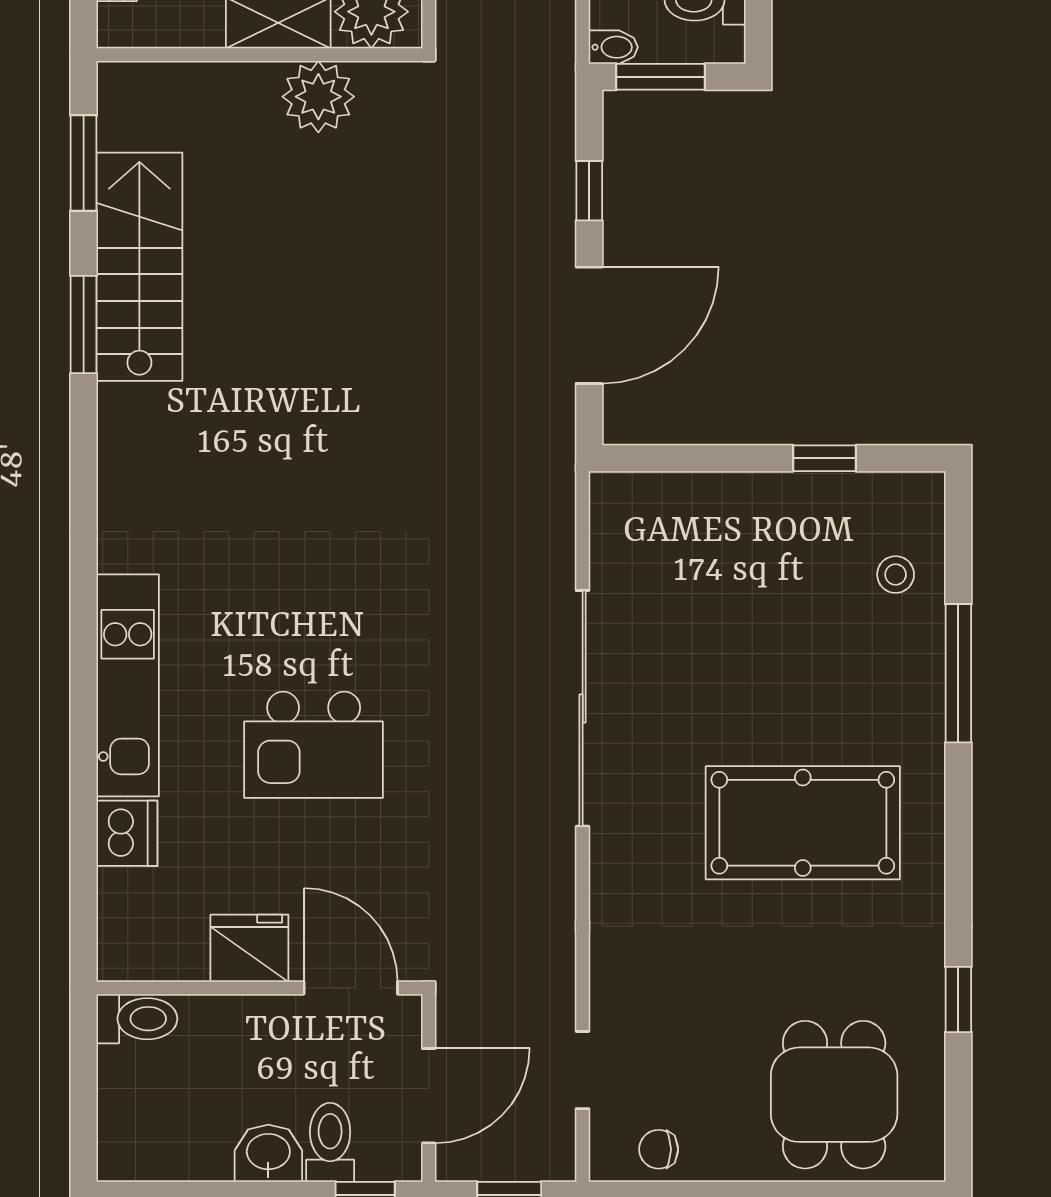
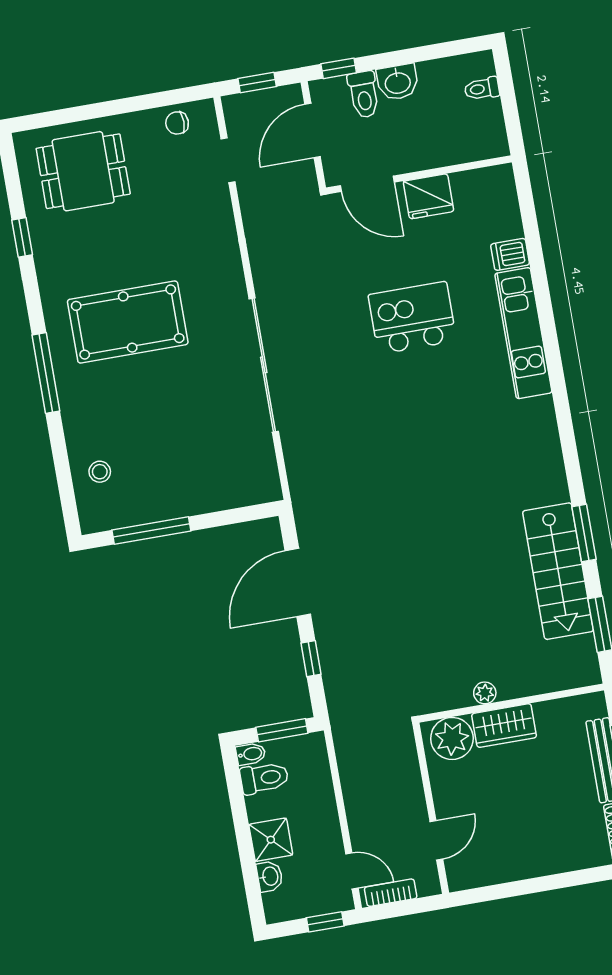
bidet: (613, 47) -> (251, 754), moved, turned 180
plant: (318, 97) -> (485, 693), width x0.53, depth x0.53
window: (824, 458) -> (151, 530), width x2.17
window: (958, 673) -> (46, 373), moved
dishwasher: (127, 833) -> (510, 254), width x0.73
toilet: (137, 1019) -> (482, 89), moved, width x0.73, depth x0.72
dining table: (834, 1095) -> (83, 171), turned 90
chair: (659, 1149) -> (177, 123), turned 180

